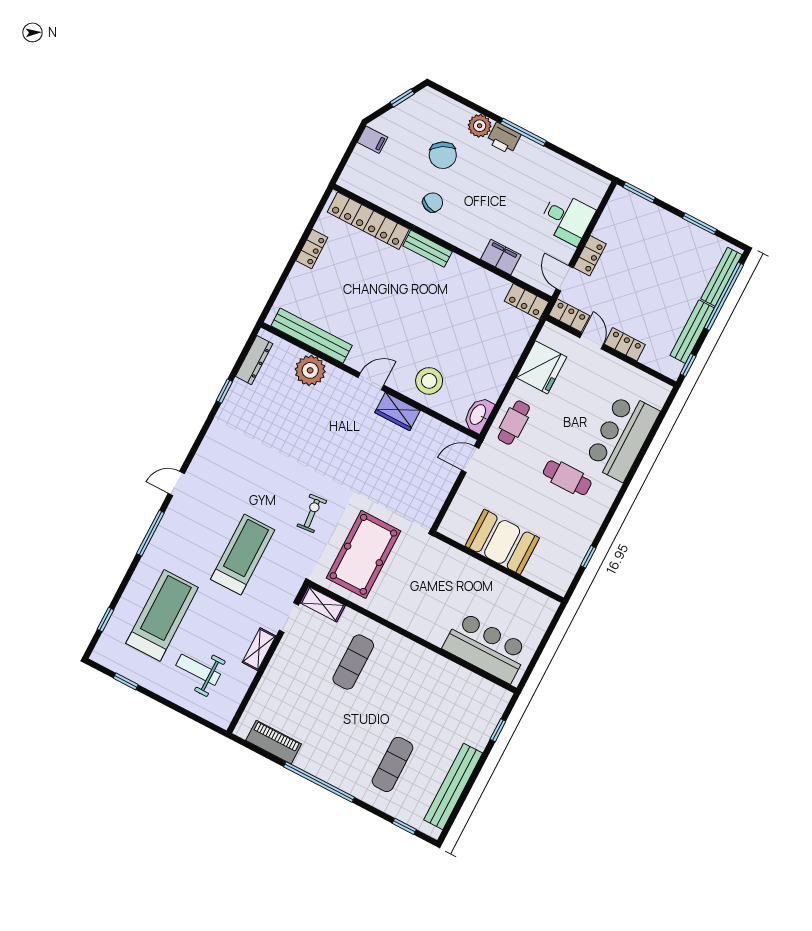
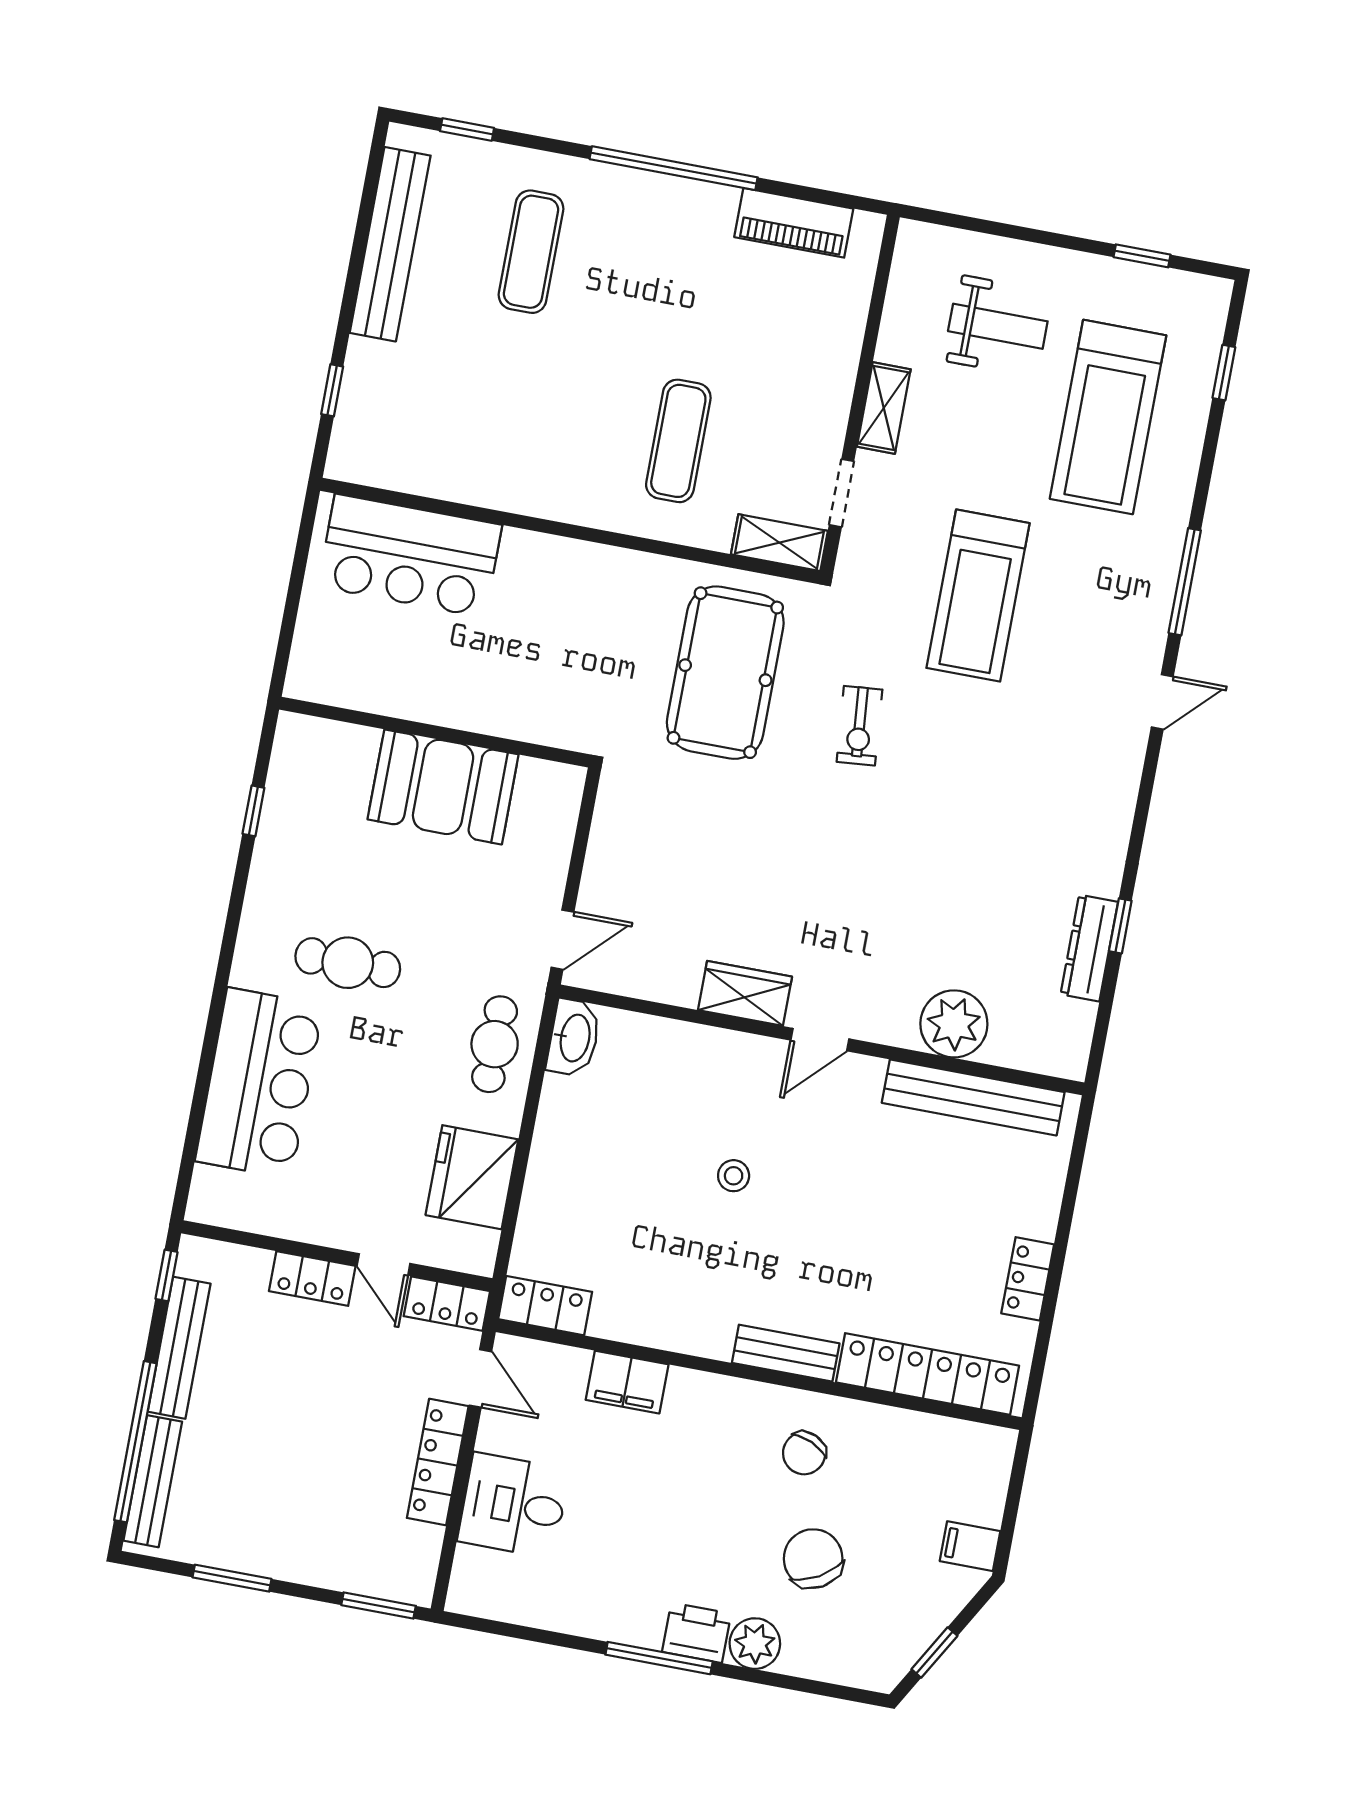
locker: (590, 256) -> (438, 1462), width x1.53
dresser: (254, 360) -> (1089, 948), moved
stool: (429, 381) -> (734, 1176), moved, width x0.53, depth x0.53

